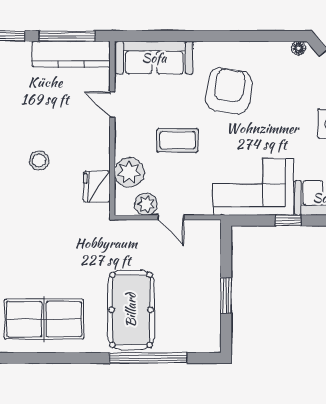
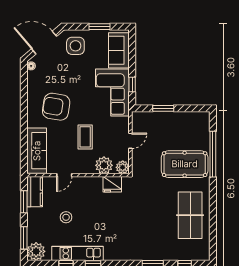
window: (67, 36) -> (24, 202), width x0.69
kitchen counter: (71, 54) -> (35, 192), width x0.67
stool: (39, 160) -> (66, 217), moved
plant: (146, 204) -> (123, 167), moved
window: (288, 221) -> (132, 84), moved
window: (226, 296) -> (163, 108), moved

